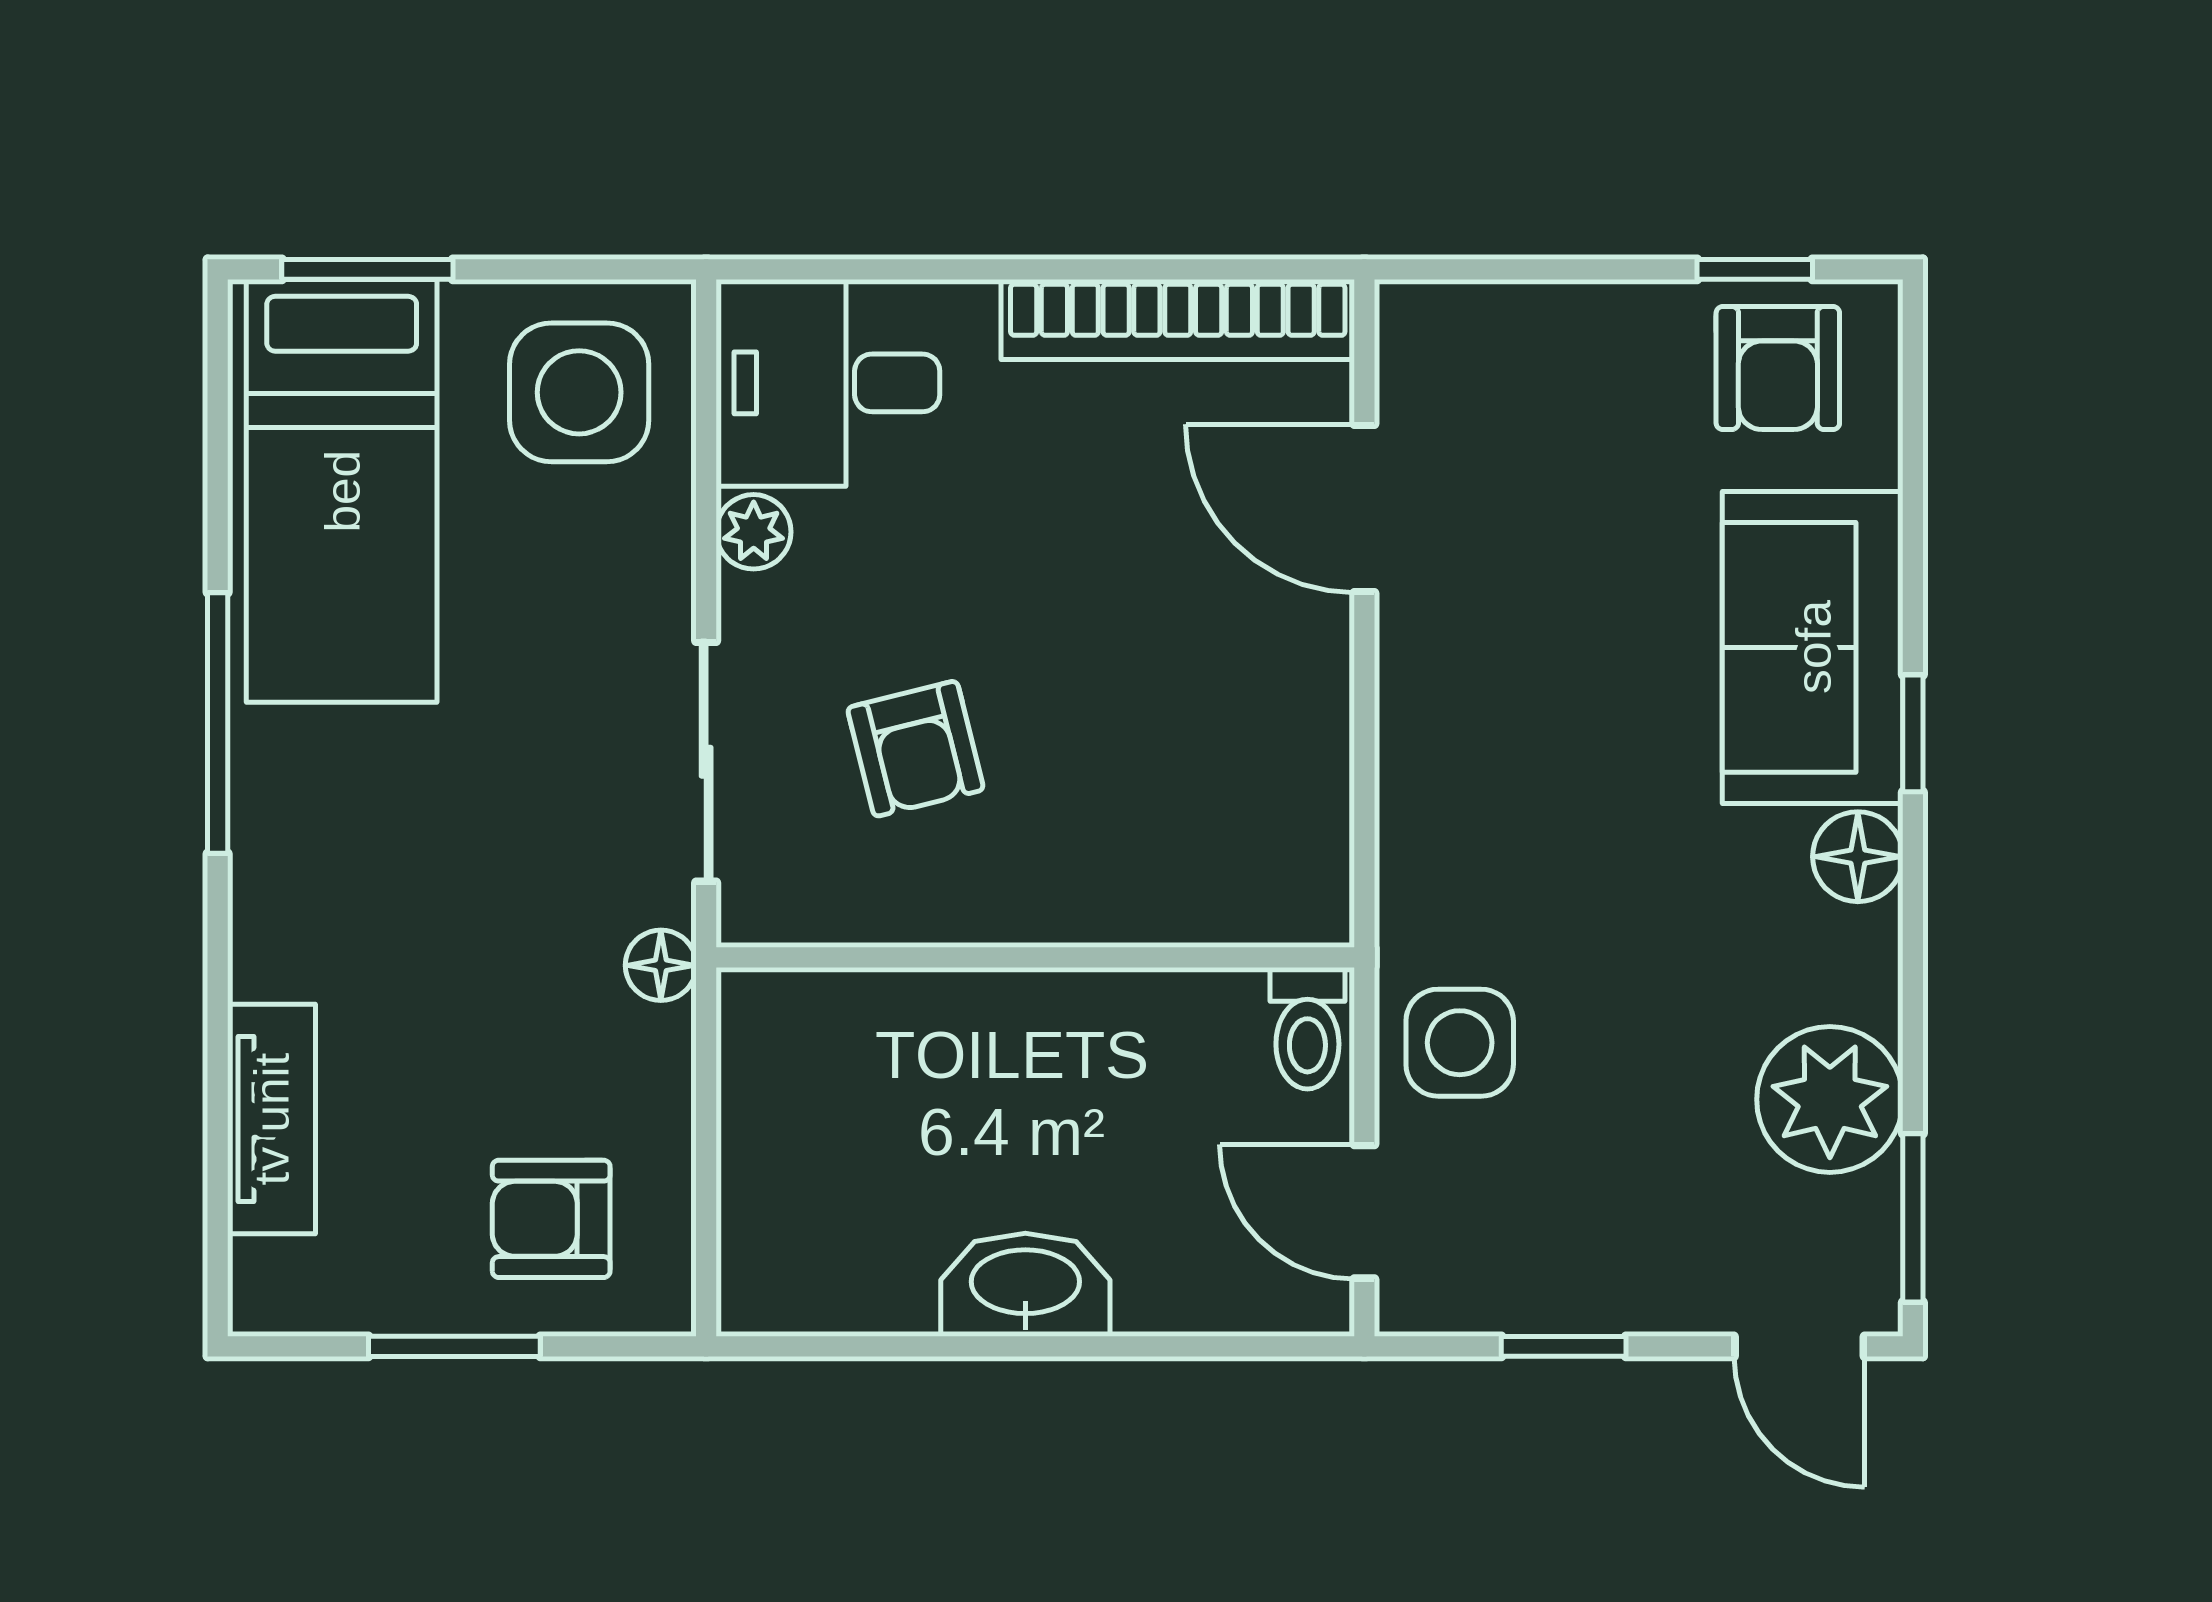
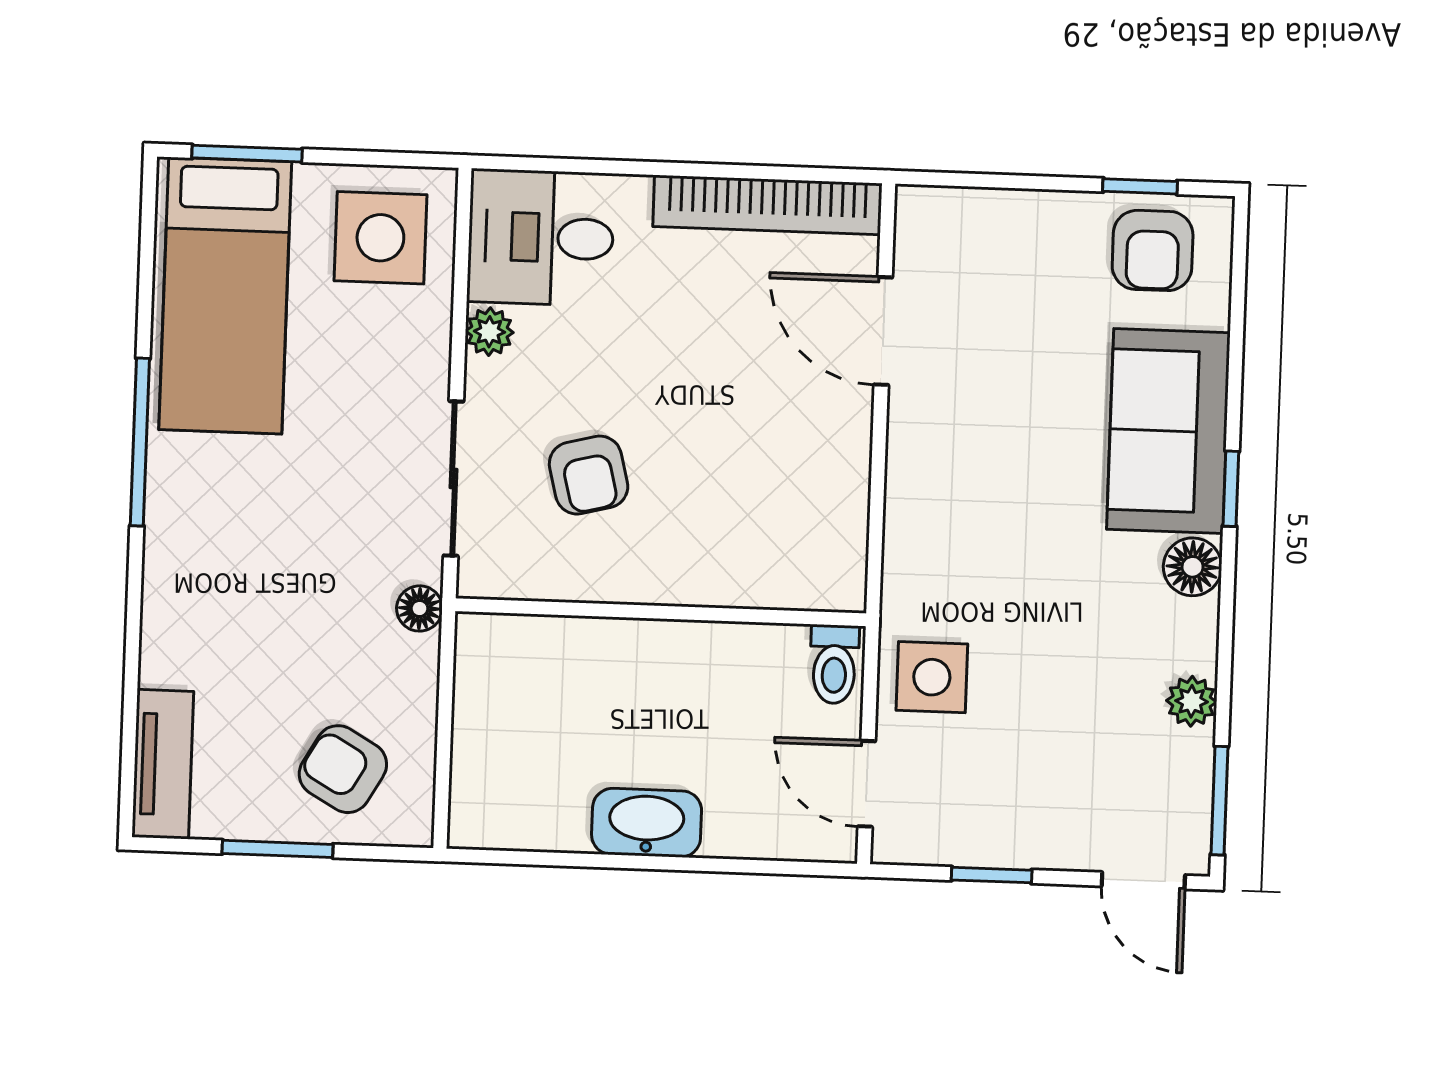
plant: (1830, 1099) -> (1192, 701), width x0.53, depth x0.53
tv unit: (271, 1119) -> (163, 764), moved
armchair: (551, 1219) -> (343, 769), turned 30

